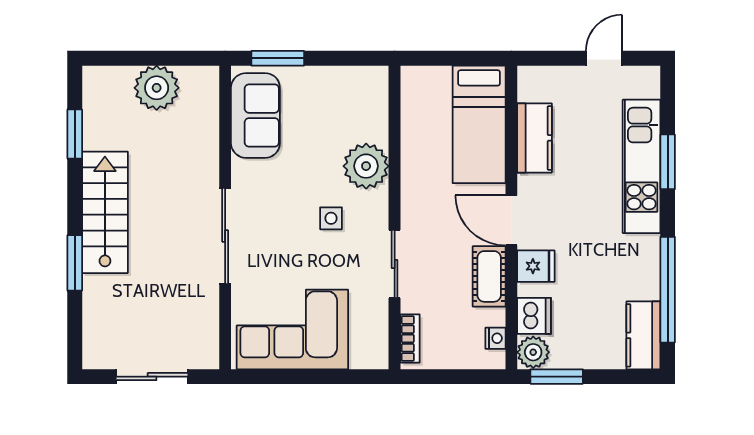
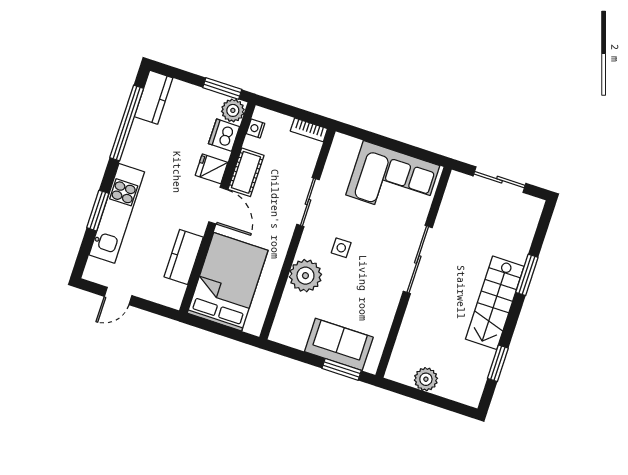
plant: (157, 88) -> (426, 379), width x0.73, depth x0.73
sofa: (255, 115) -> (339, 344), moved, turned 90
bed: (479, 124) -> (228, 282), width x1.50
bookcase: (410, 338) -> (309, 130), moved, turned -90

